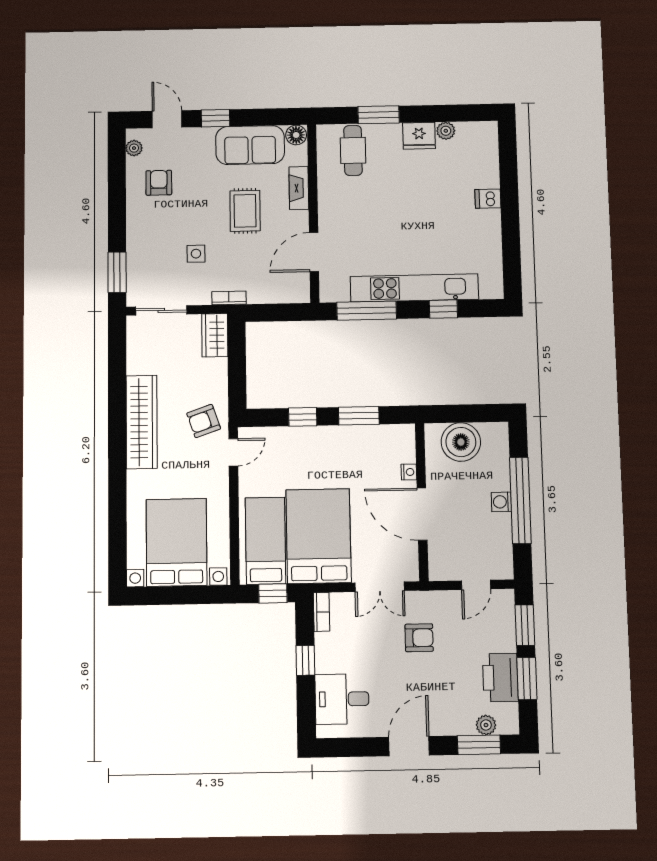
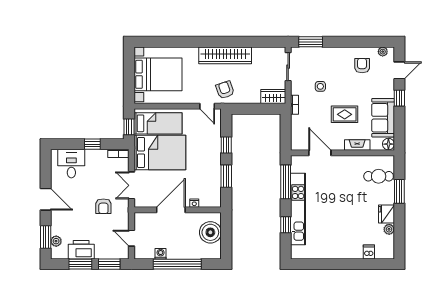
armchair: (159, 183) -> (362, 66), turned -90
dishwasher: (488, 199) -> (369, 252), moved
washing machine: (501, 502) -> (161, 254), moved

